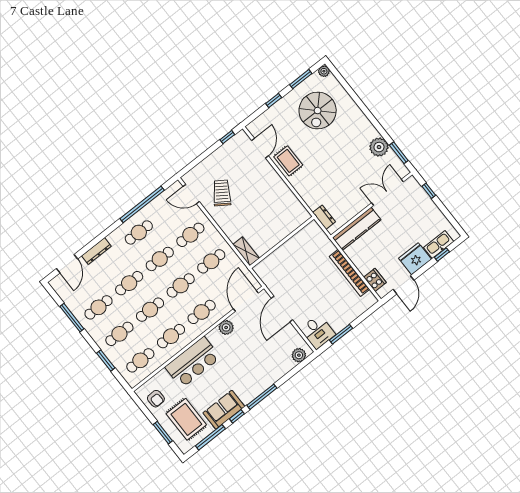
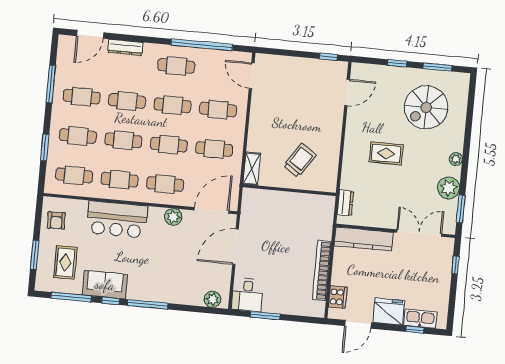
plant: (324, 71) -> (456, 159), moved
rug: (288, 161) -> (386, 153), moved, turned 90
trolley: (222, 193) -> (300, 160), moved
rug: (186, 419) -> (65, 262), width x0.73, depth x0.70

